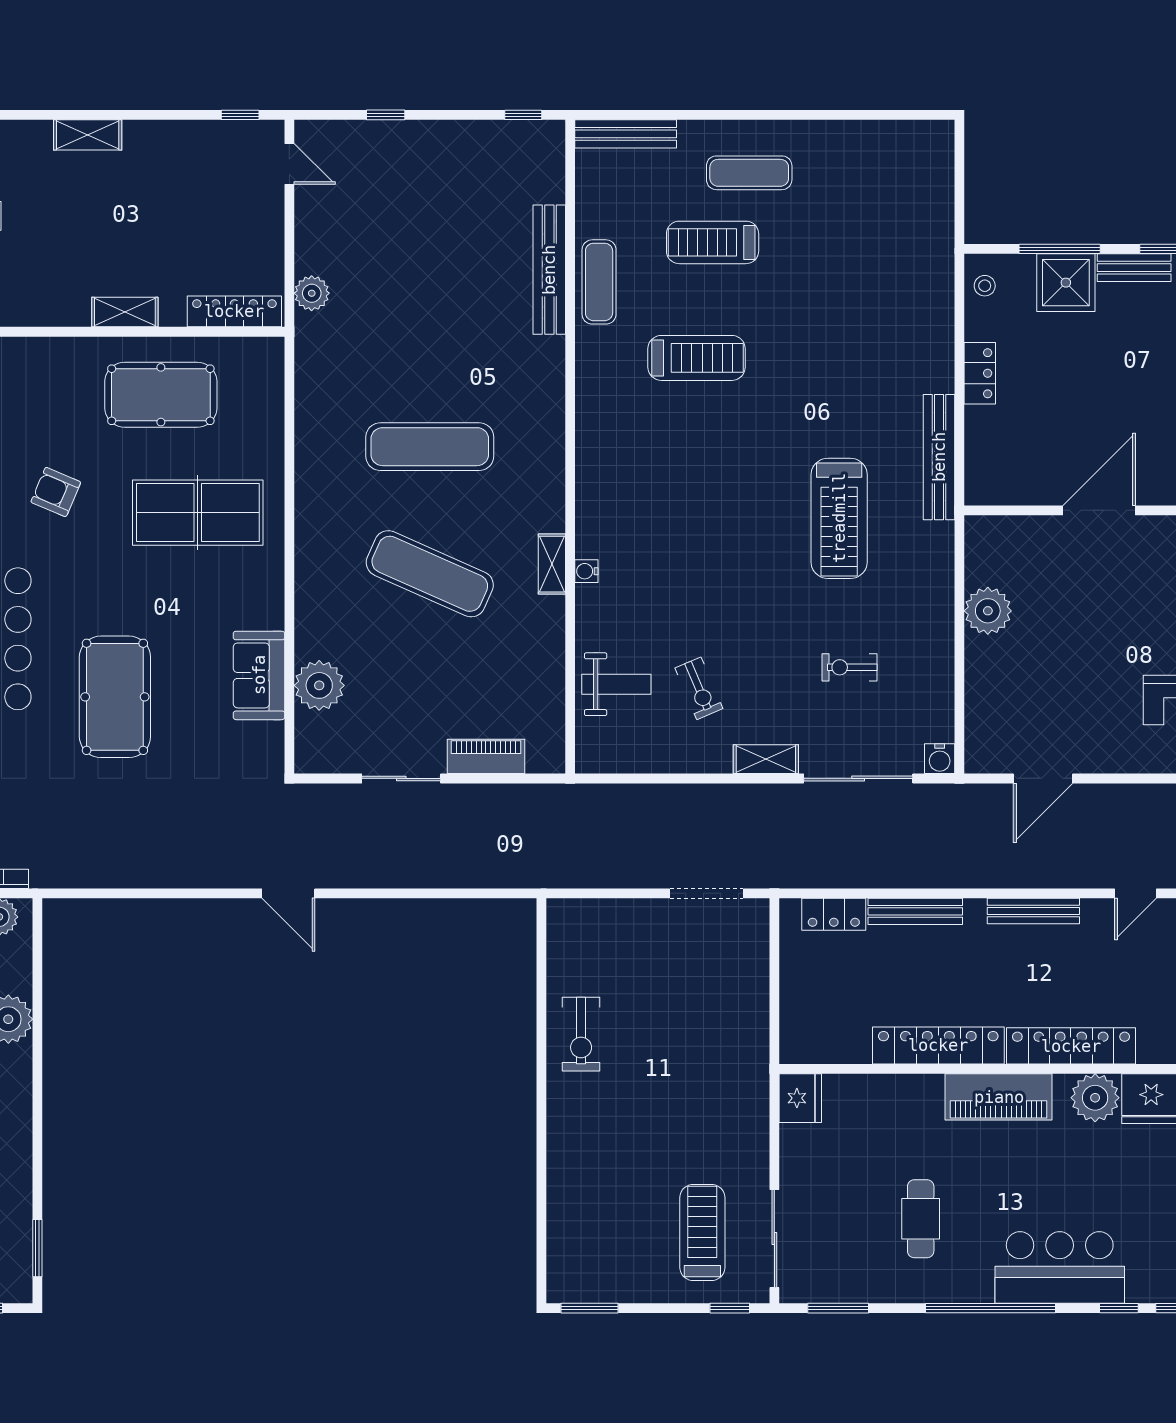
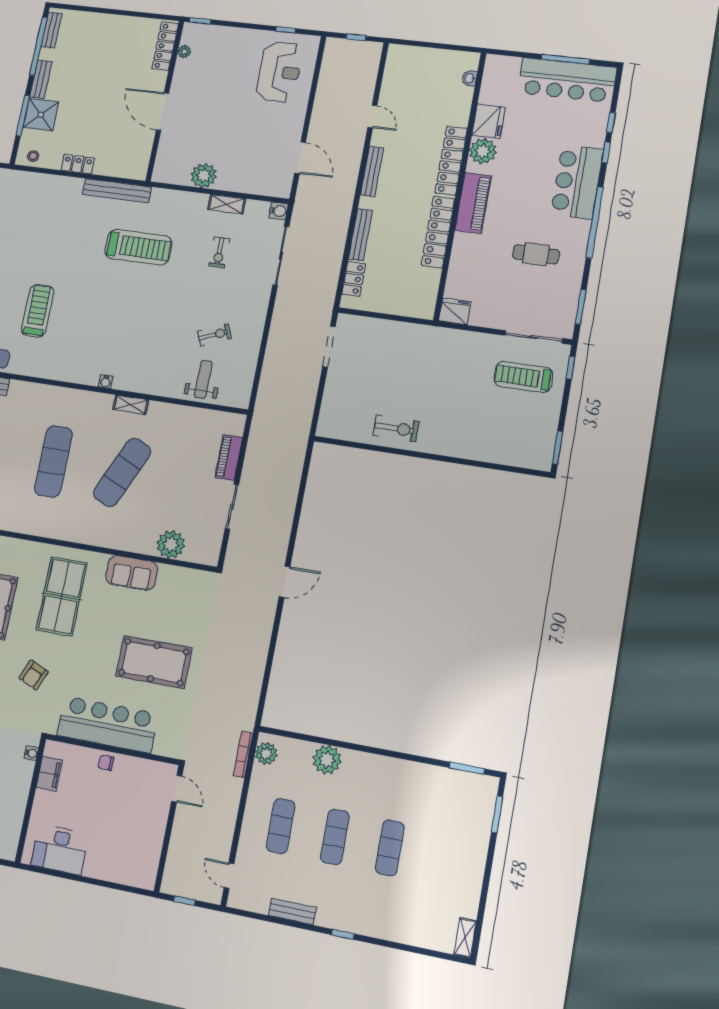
water cooler: (586, 571) -> (105, 381), moved
sofa: (259, 675) -> (132, 573), moved
shelving: (766, 759) -> (227, 204), moved, turned 90

